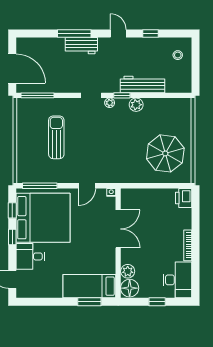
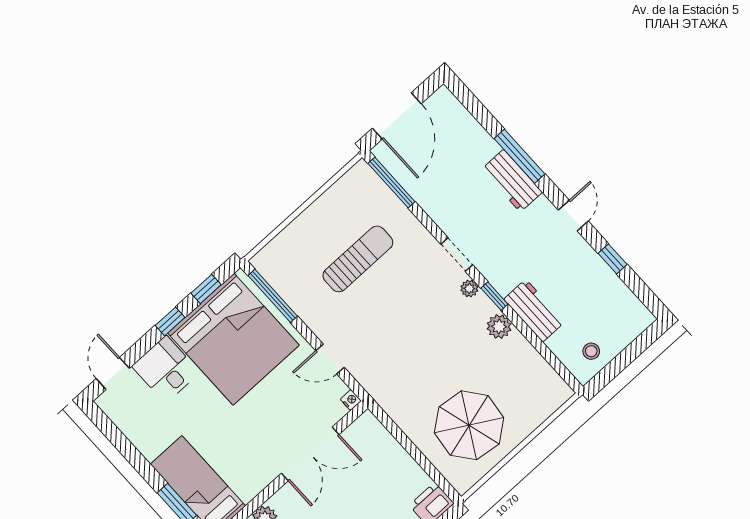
stool: (178, 55) -> (591, 351), moved
workbench: (143, 84) -> (534, 311), width x0.73

